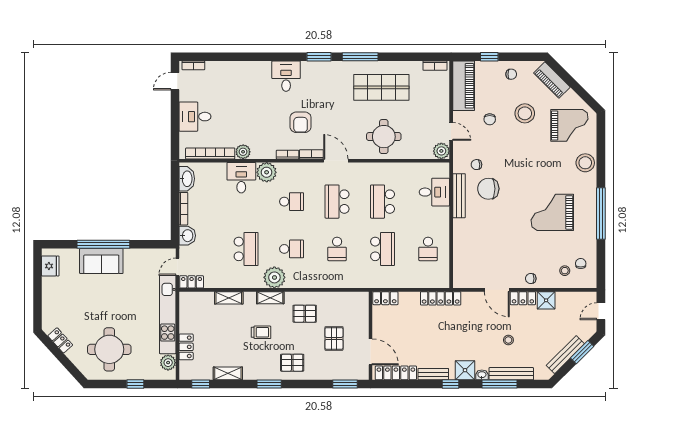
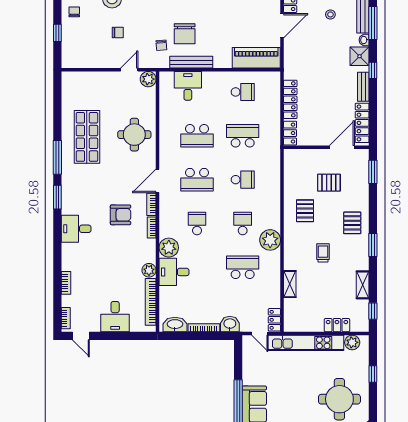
bookcase: (435, 66) -> (66, 283), moved
piano: (464, 86) -> (256, 58), moved
shelving: (270, 298) -> (290, 244), removed
locker: (441, 298) -> (290, 99), moved

